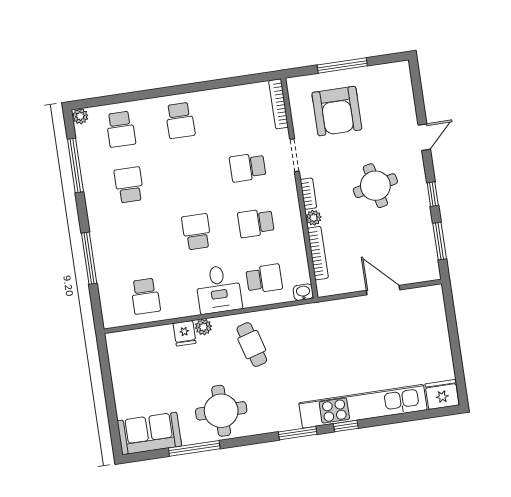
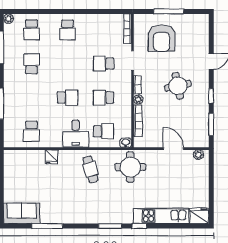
school desk: (197, 232) -> (68, 98), turned 90
plant: (203, 327) -> (198, 155), moved
kitchen unit: (363, 406) -> (161, 216), width x0.73
round table: (221, 411) -> (130, 167), moved

